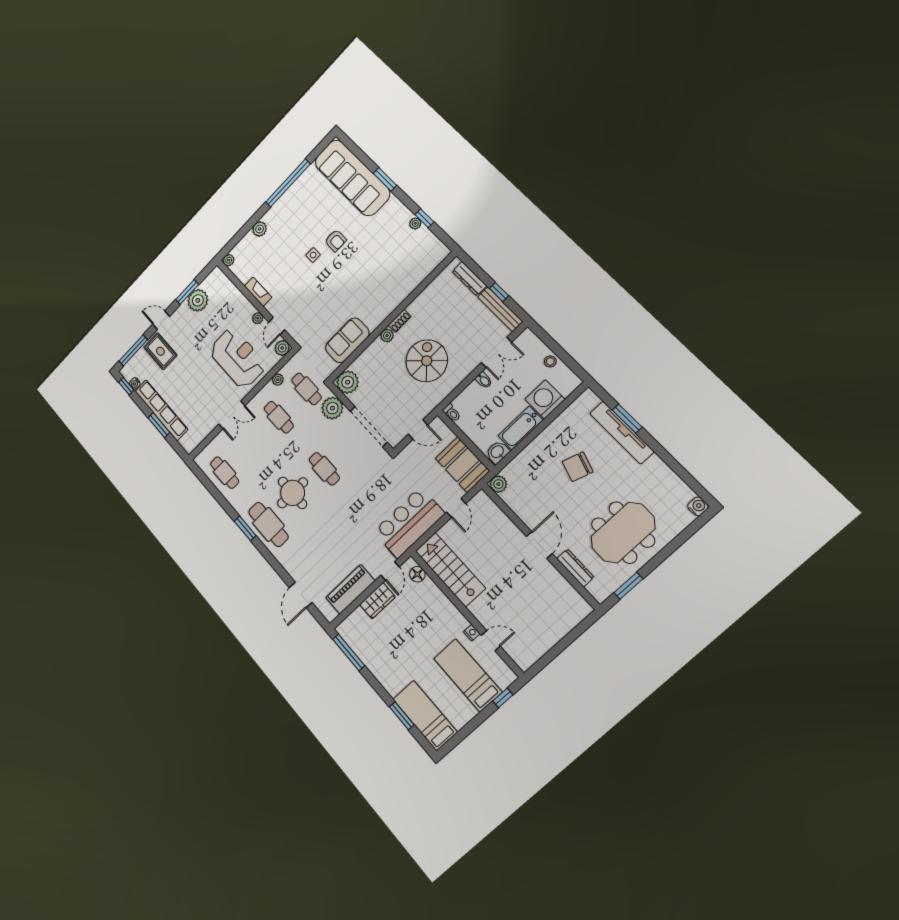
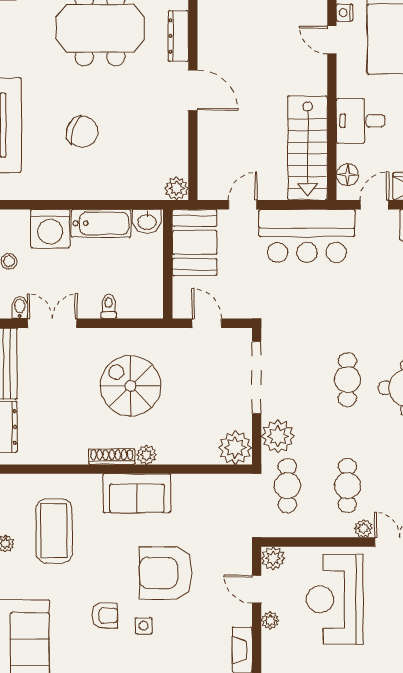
armchair: (336, 240) -> (105, 616), turned 90
coffee table: (397, 254) -> (54, 531), added
armchair: (326, 290) -> (166, 573), added
shoe rack: (400, 321) -> (112, 457), width x1.43
door: (277, 326) -> (257, 589), swing flipped
sofa: (347, 340) -> (137, 493), moved
spiral stairs: (427, 361) -> (130, 386), turned 90
plant: (278, 380) -> (363, 528), moved
bidet: (484, 380) -> (20, 307), moved
toilet: (452, 413) -> (109, 306), moved
door: (539, 545) -> (193, 90), swing flipped
desk: (436, 610) -> (361, 121), added
nightstand: (472, 633) -> (345, 13), moved

